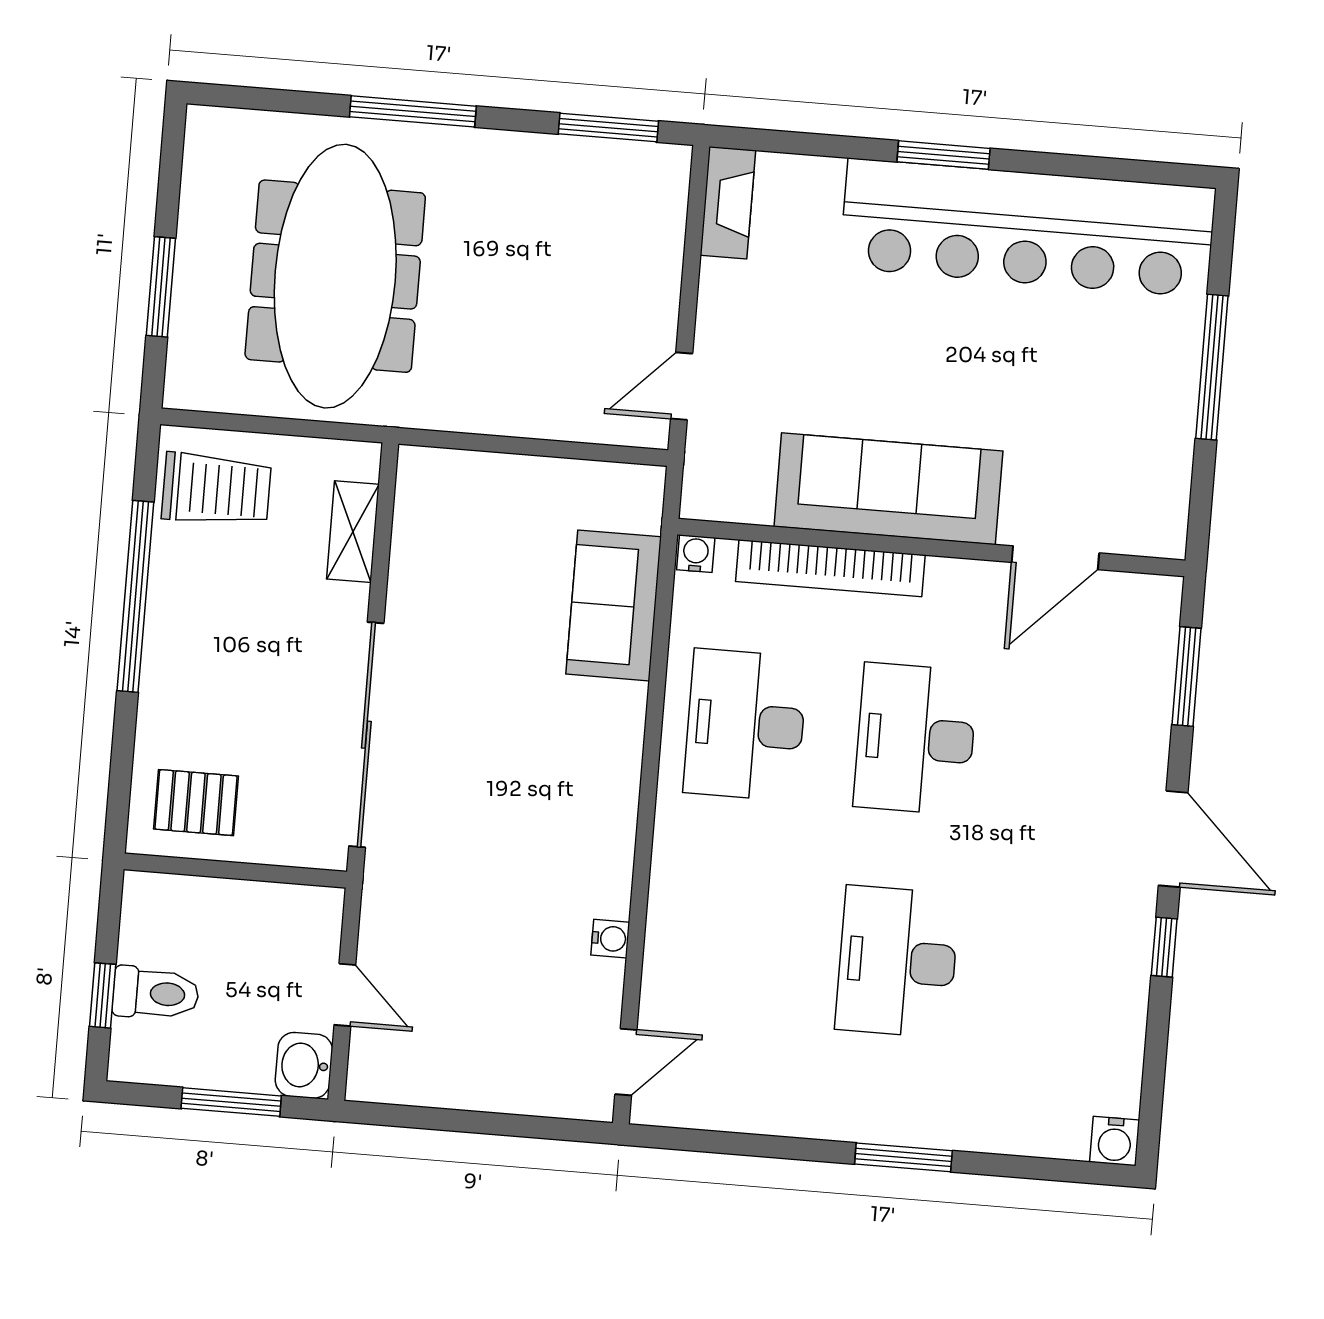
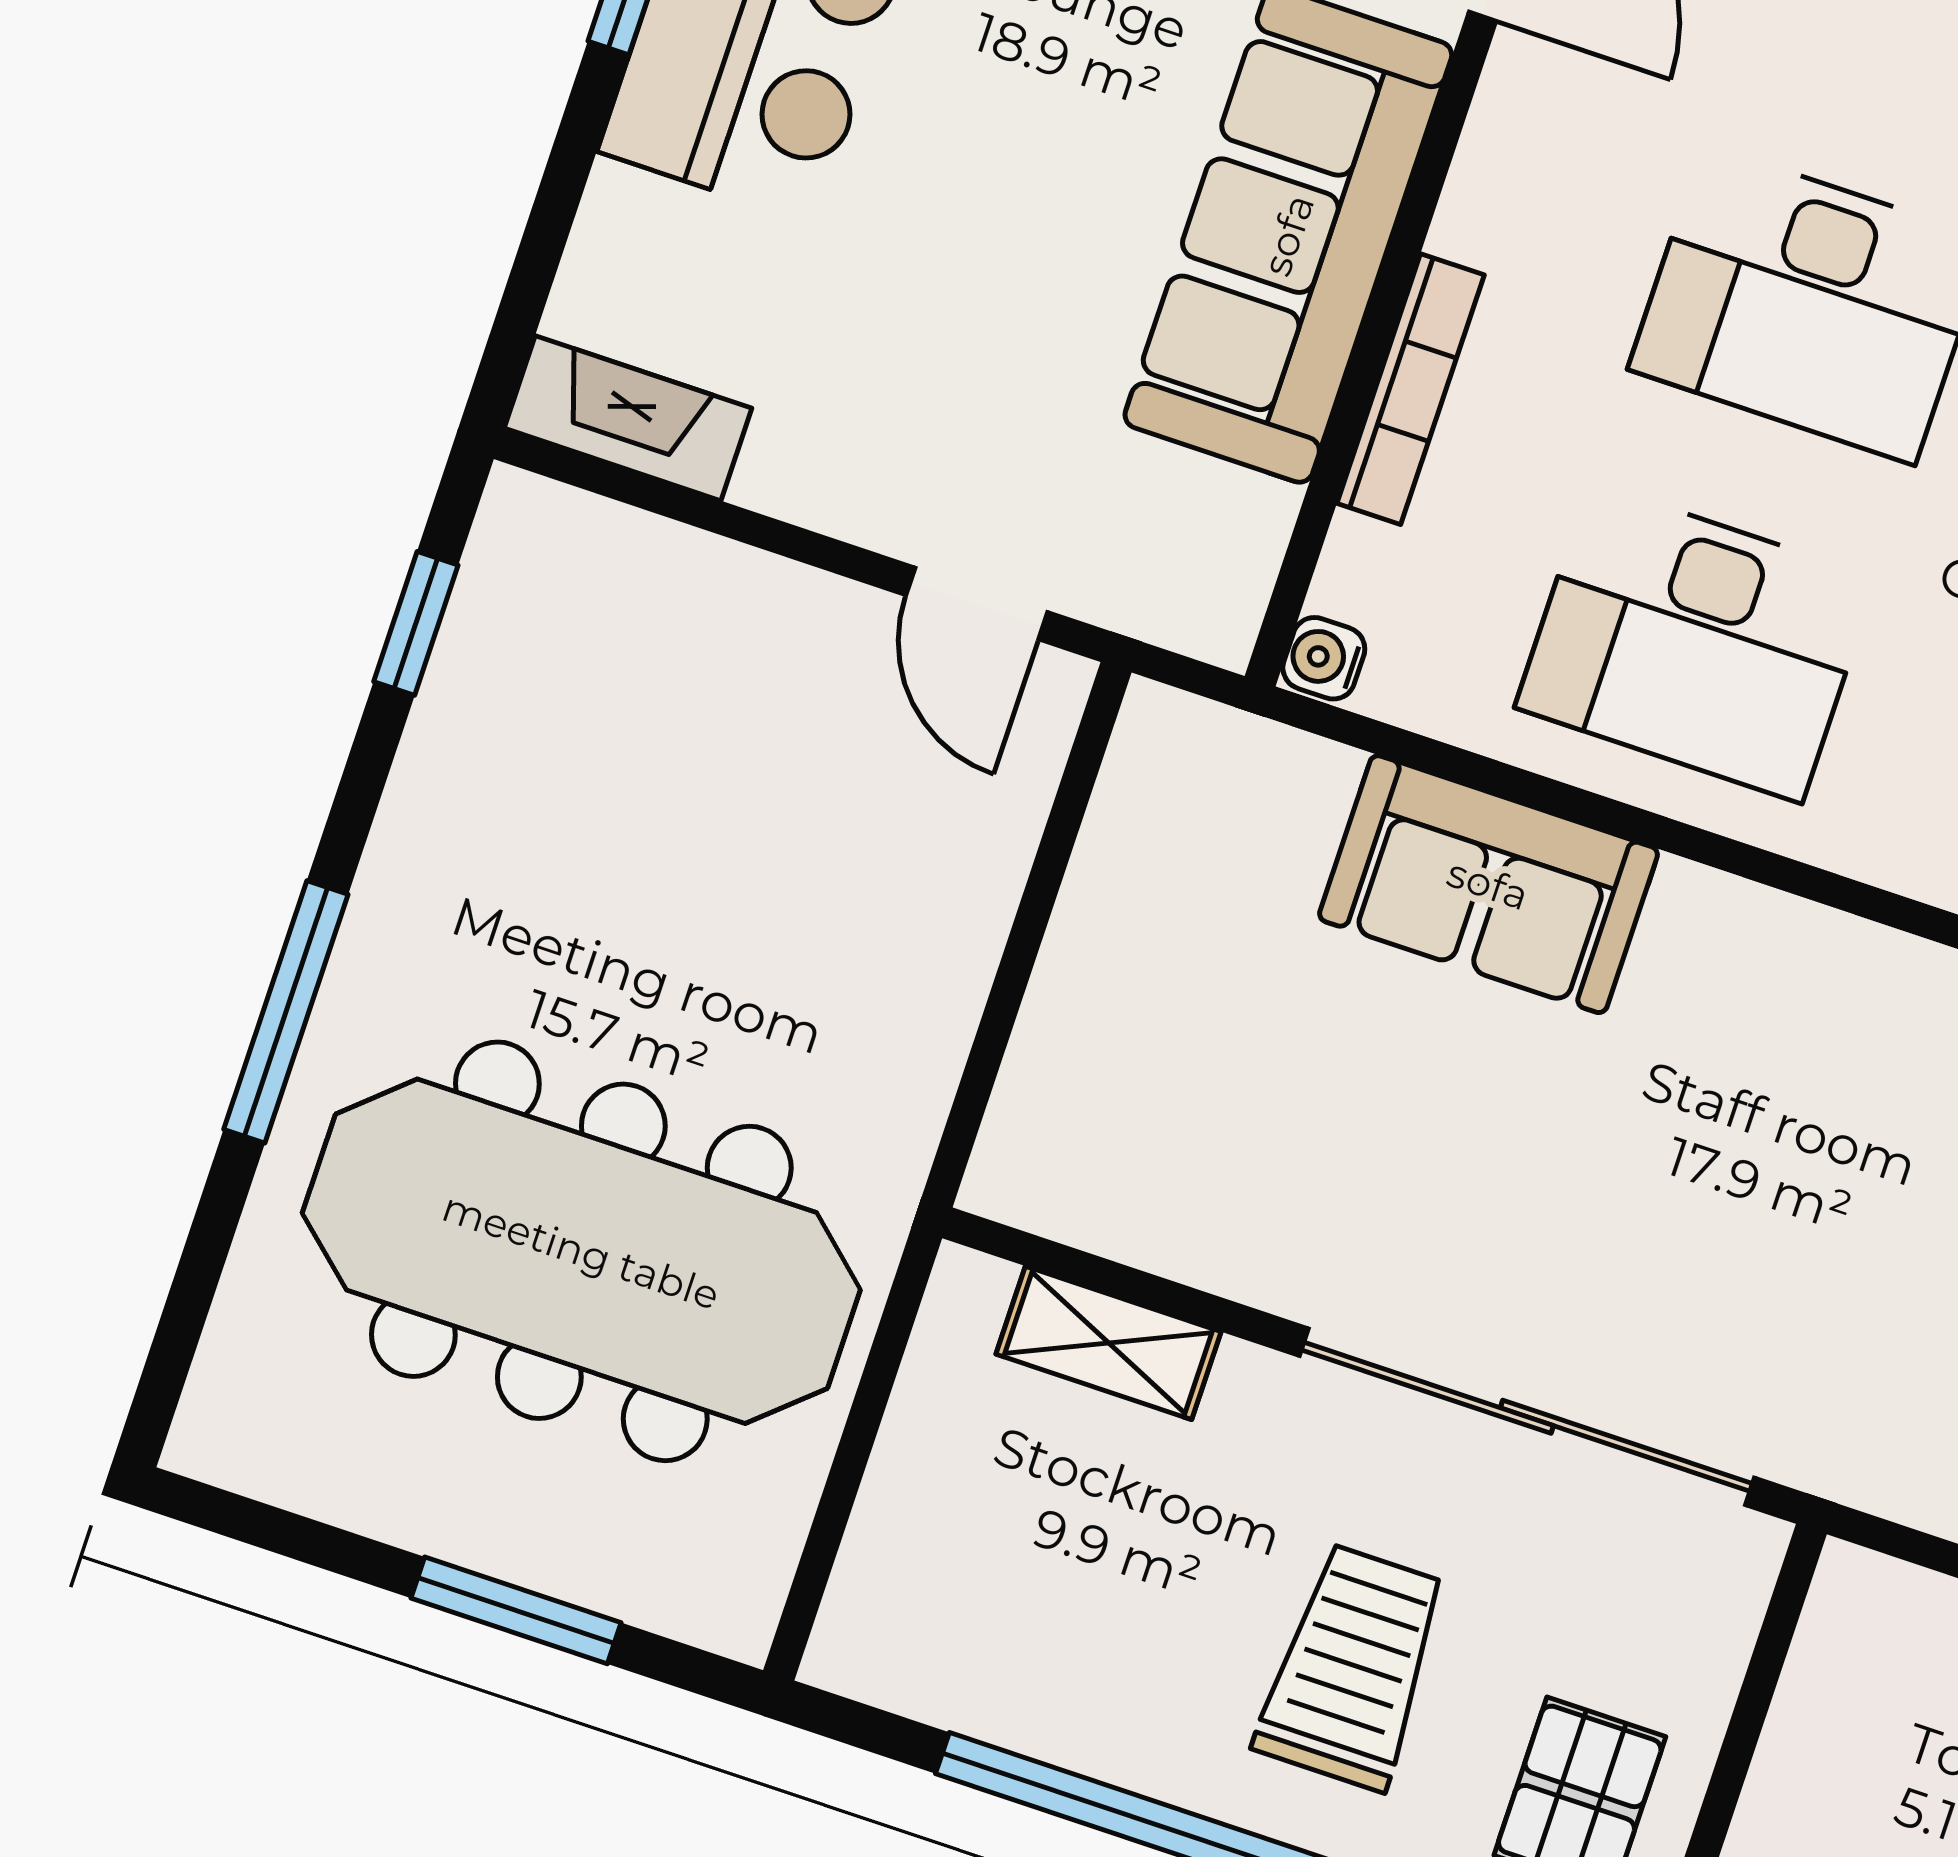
window: (608, 128) -> (416, 623), width x0.67
trolley: (216, 489) -> (1352, 1667), moved
bookcase: (830, 568) -> (1411, 389), width x0.68, depth x0.76
sofa: (614, 605) -> (1488, 884), moved

